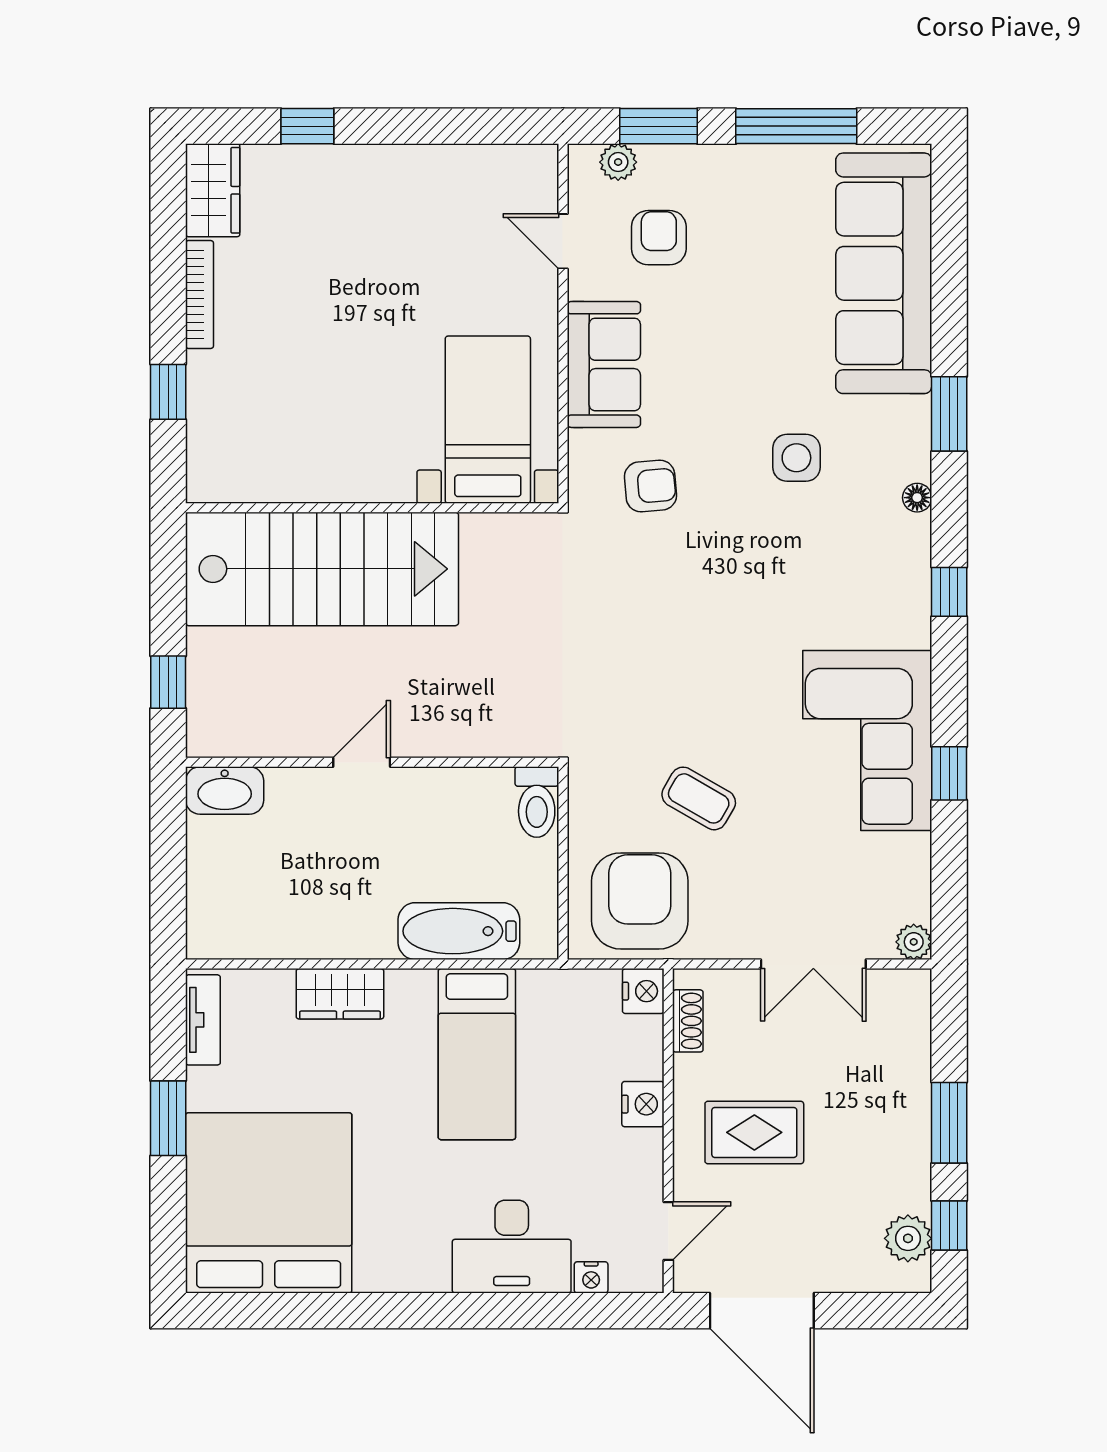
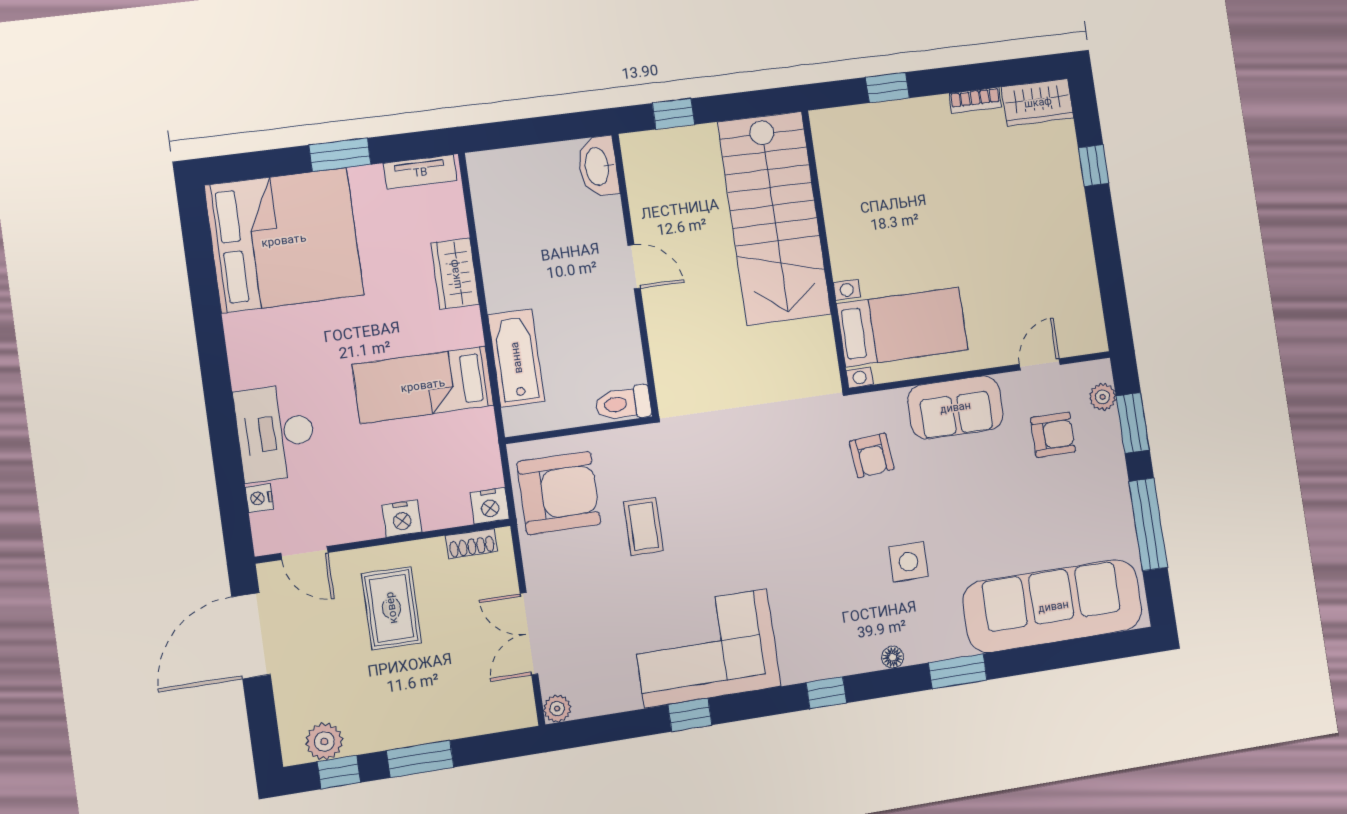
bookcase: (199, 294) -> (975, 100), width x0.64
coffee table: (699, 798) -> (643, 526), turned -30

